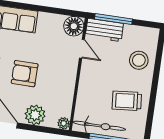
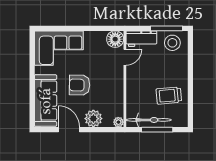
window: (113, 19) -> (166, 28), moved
door: (82, 49) -> (125, 57), hinge flipped
stool: (139, 60) -> (172, 43), moved

